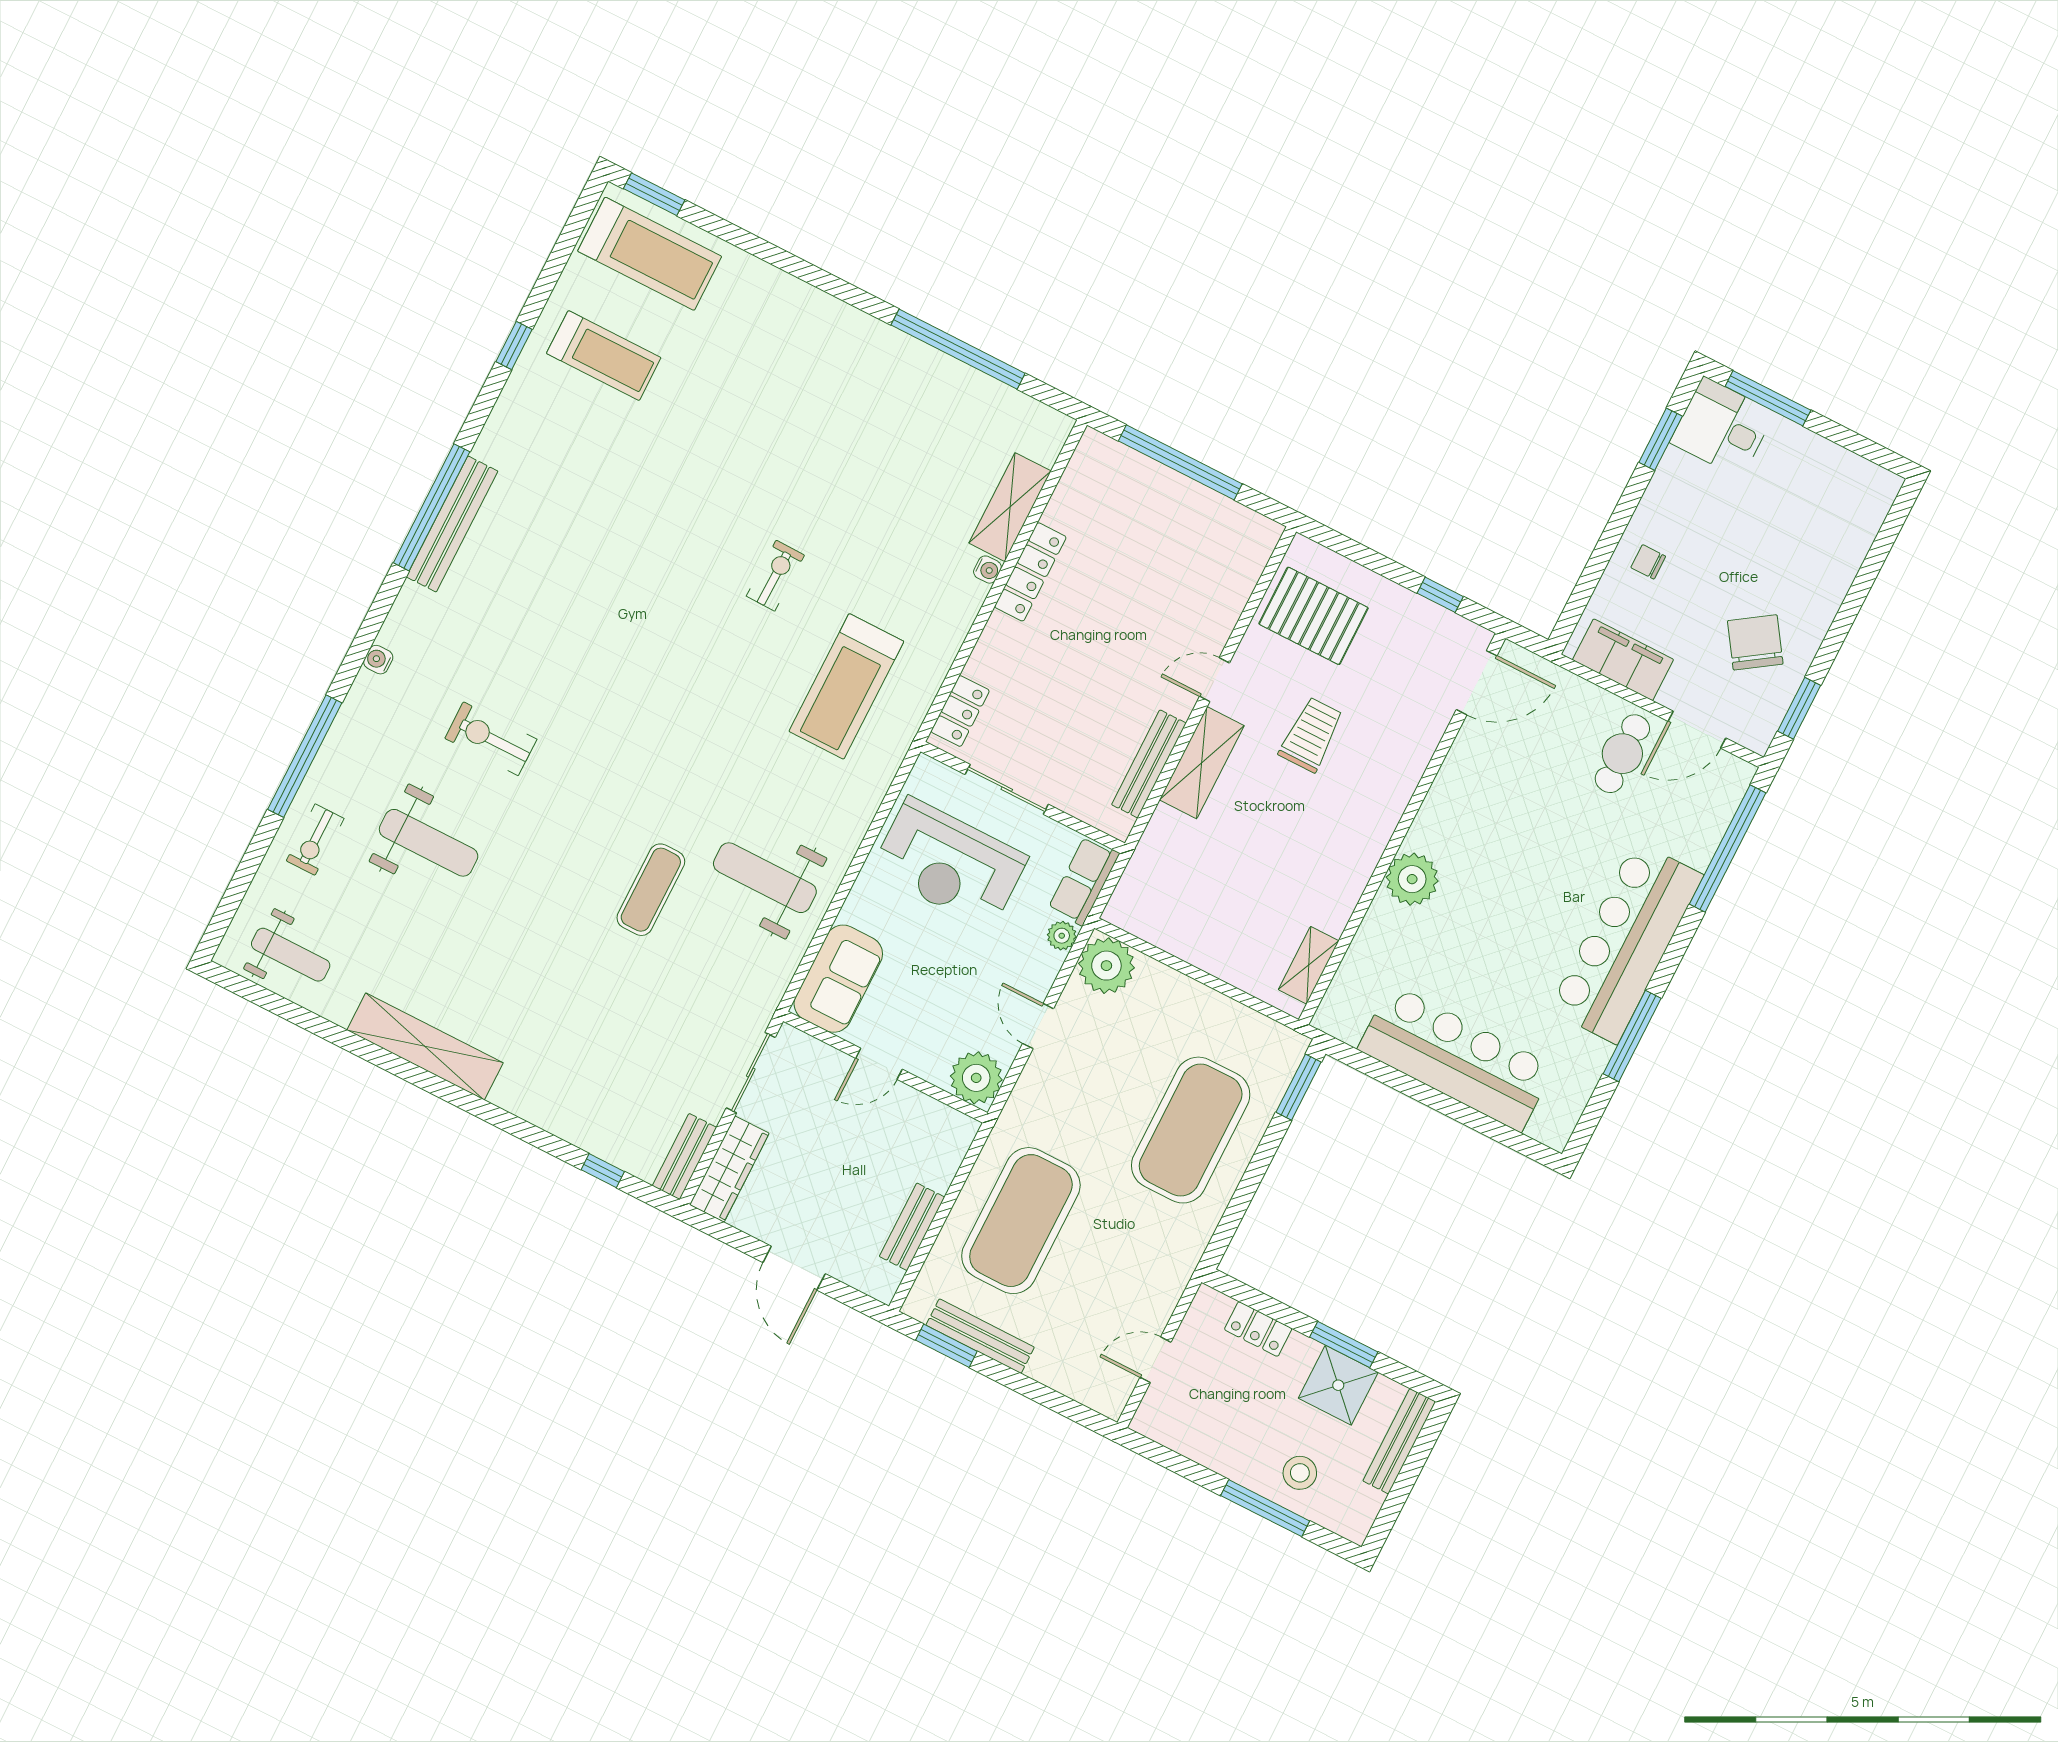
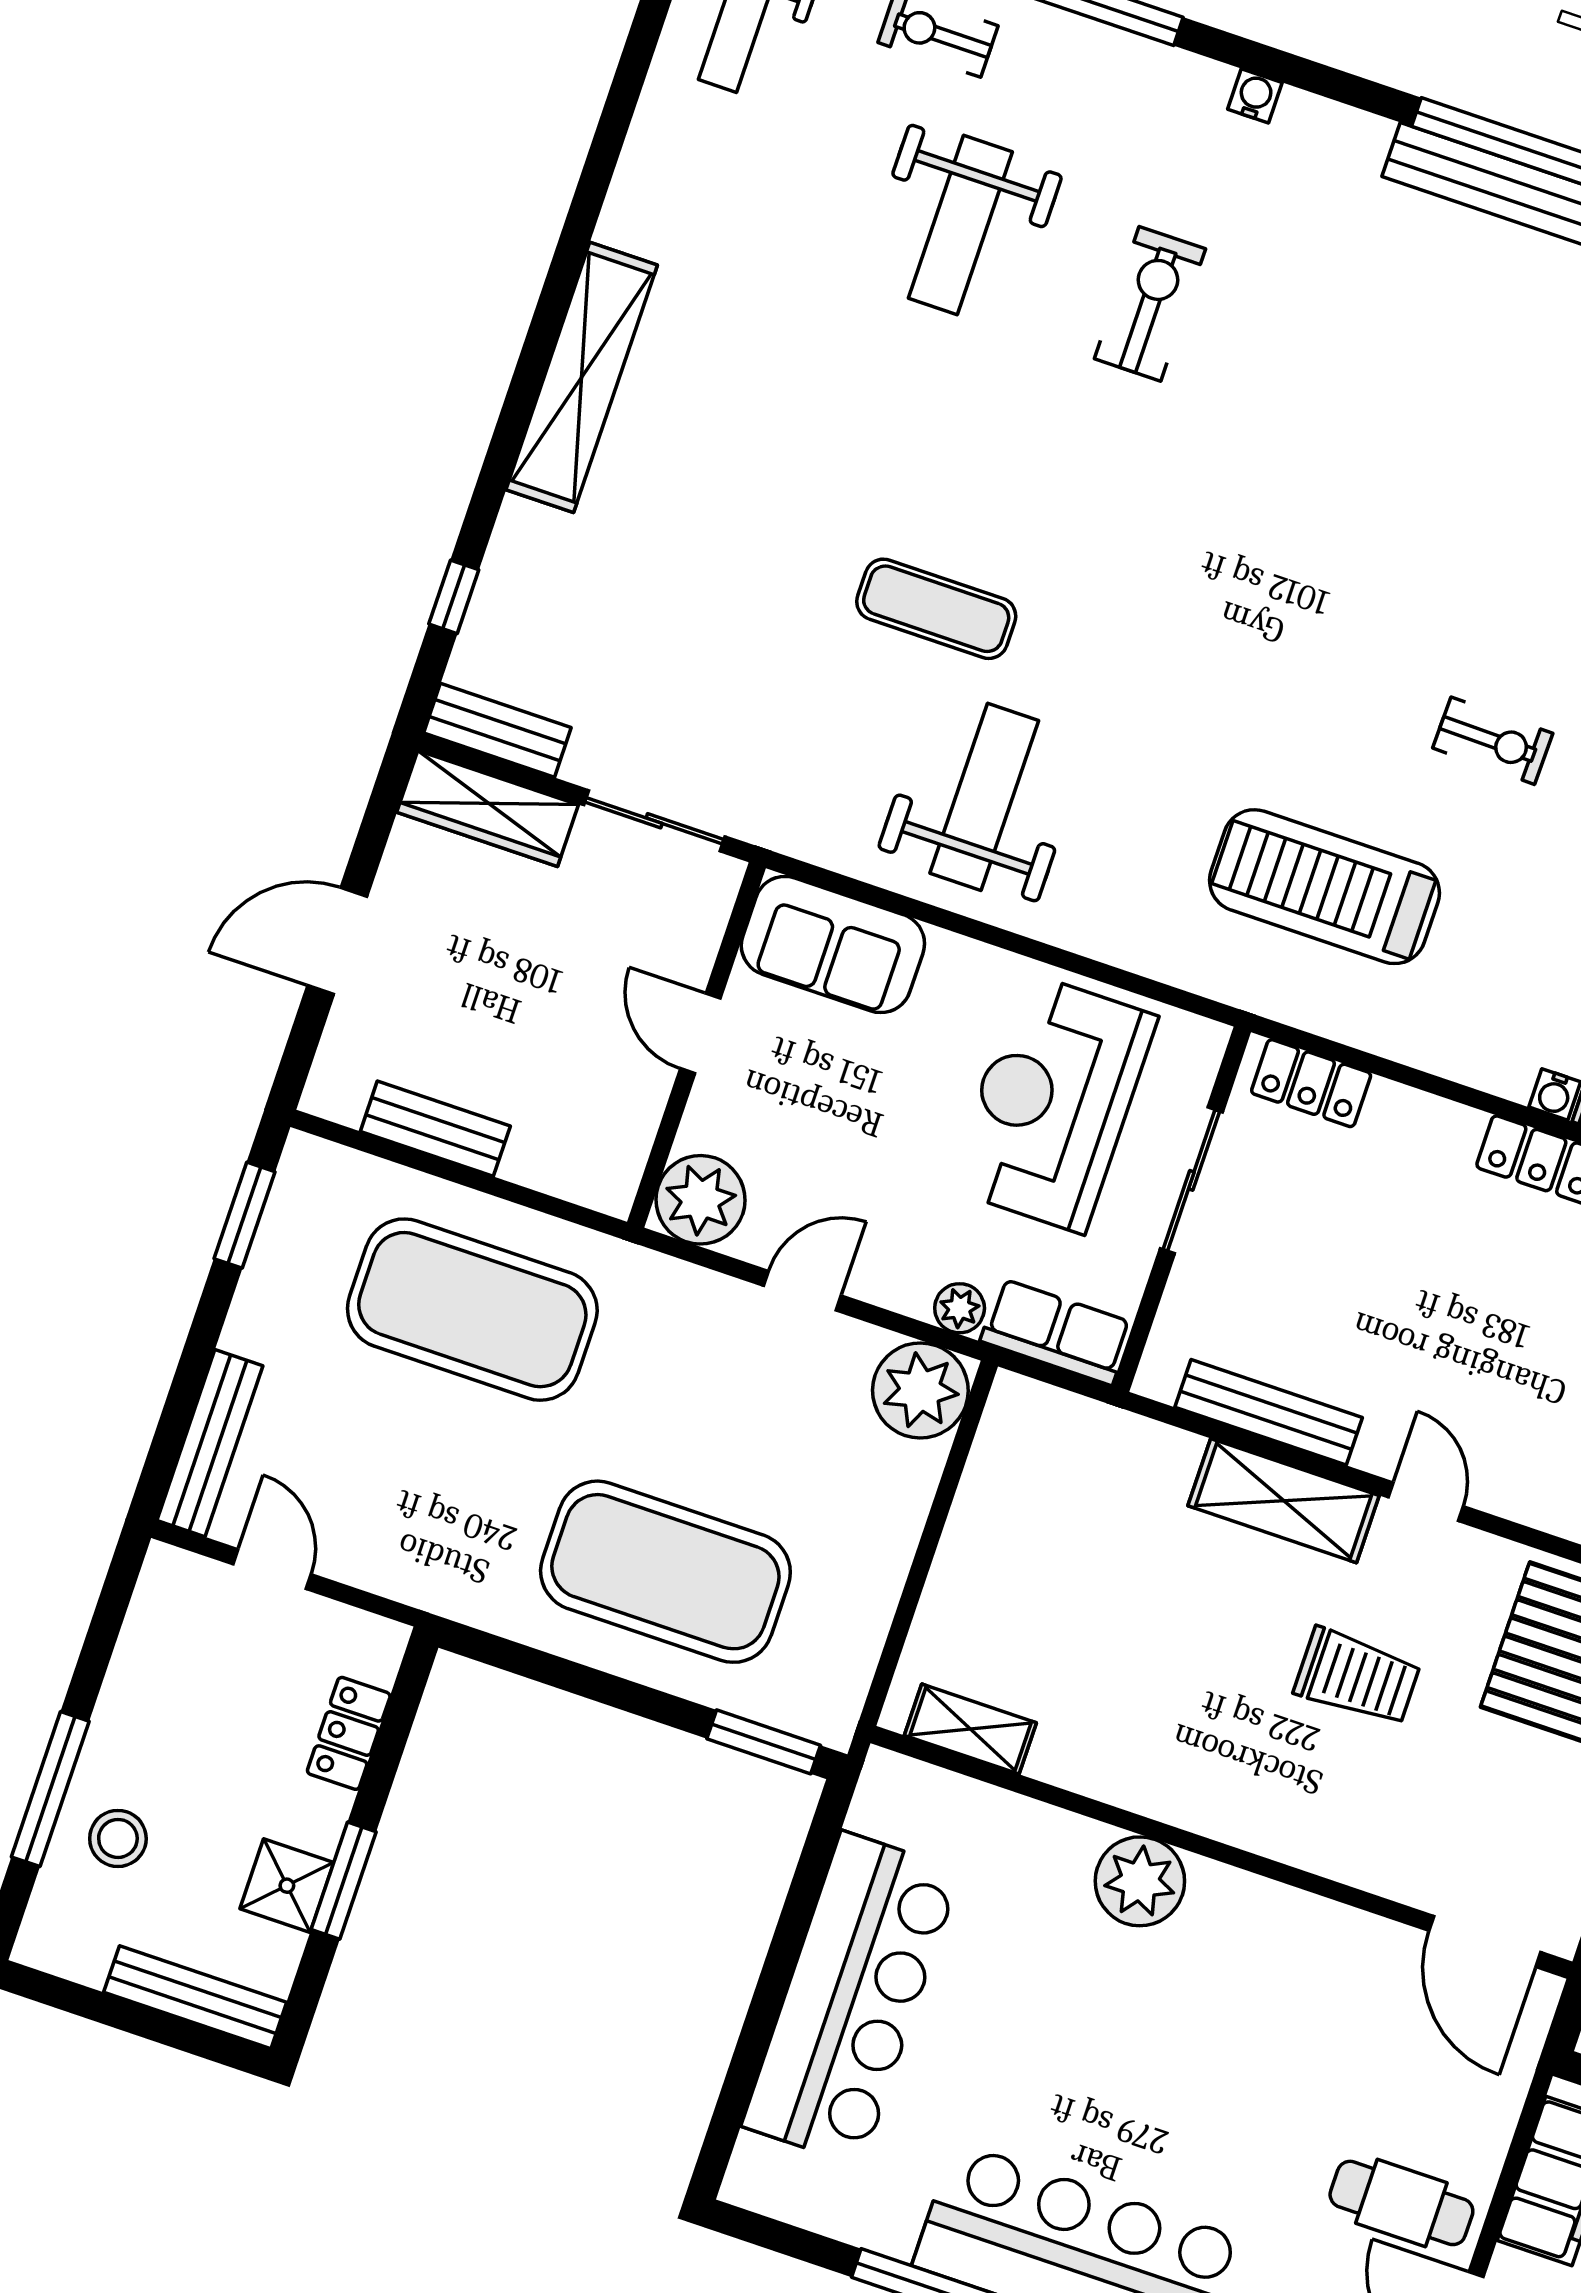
shelving: (425, 1046) -> (582, 377), moved
bench: (980, 1336) -> (210, 1443), moved
shower: (1338, 1385) -> (287, 1886), width x0.73, depth x0.73

